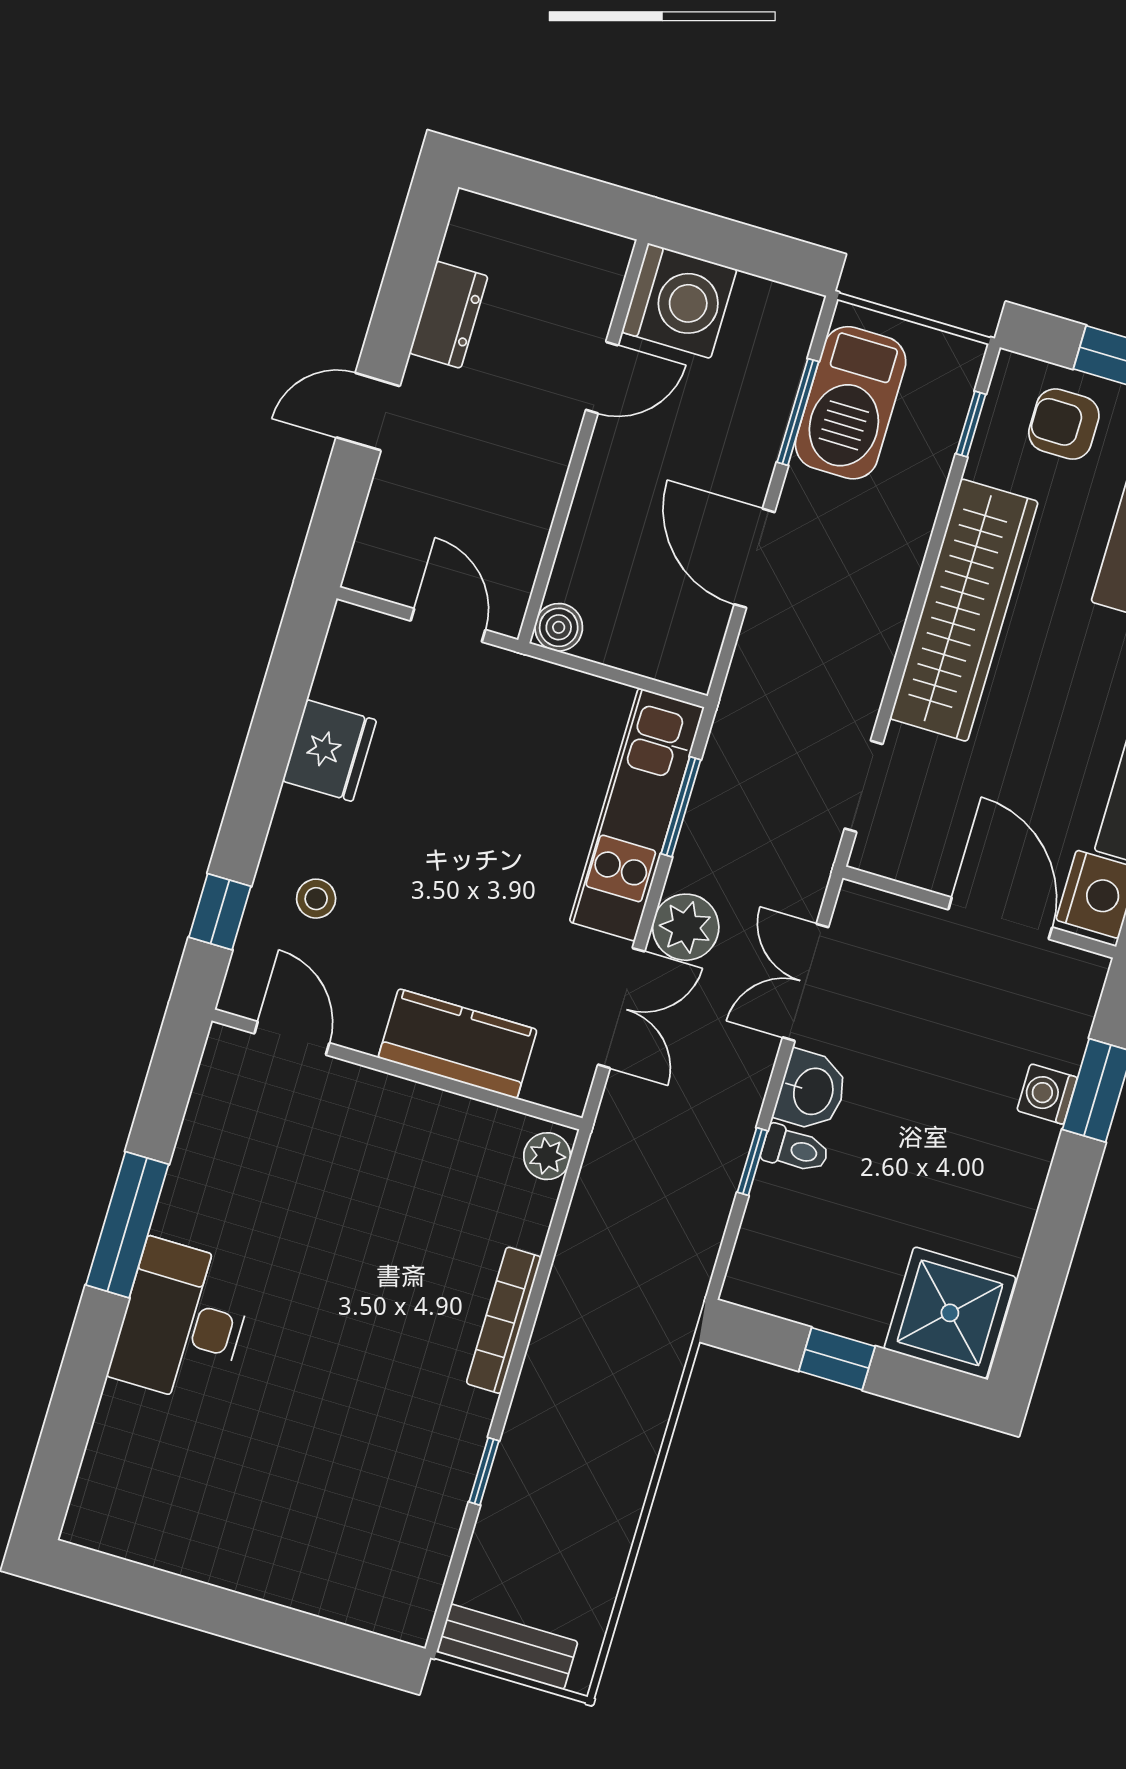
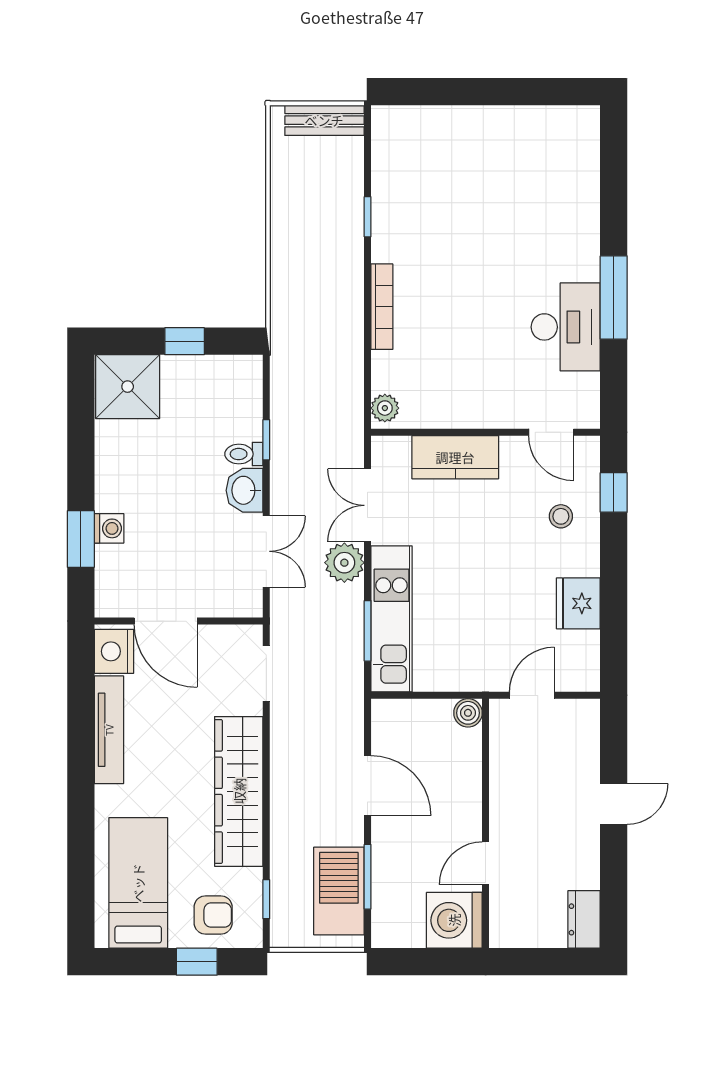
dresser: (449, 315) -> (584, 919), moved
door: (448, 625) -> (532, 695), swing flipped
desk: (182, 1322) -> (566, 327), moved

